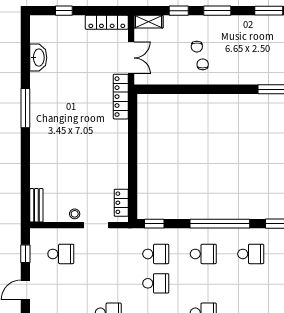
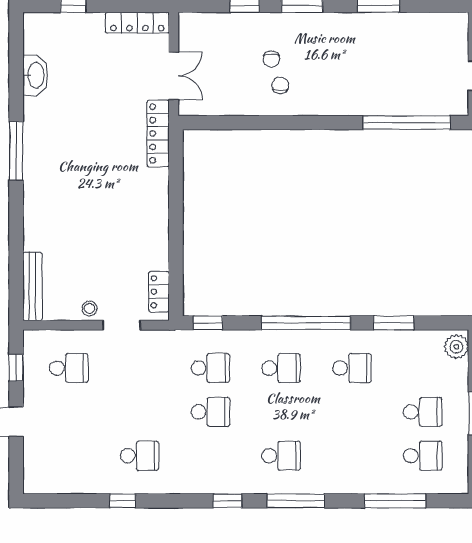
shelving: (149, 22) -> (200, 22), removed
bench: (36, 205) -> (32, 286), width x1.36

